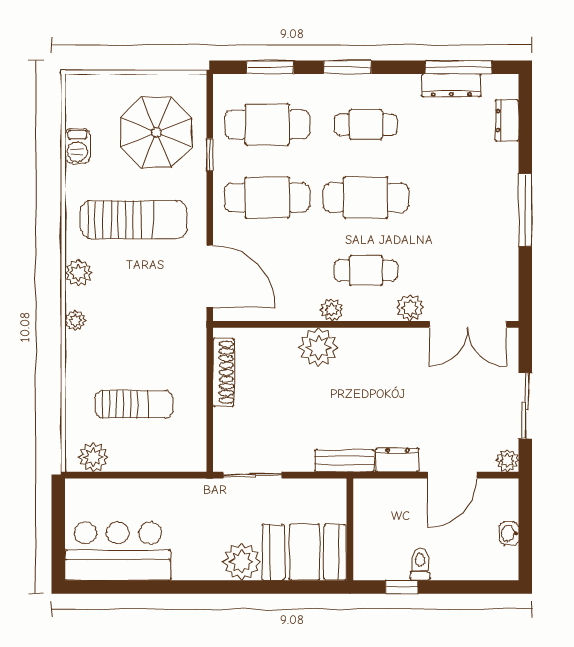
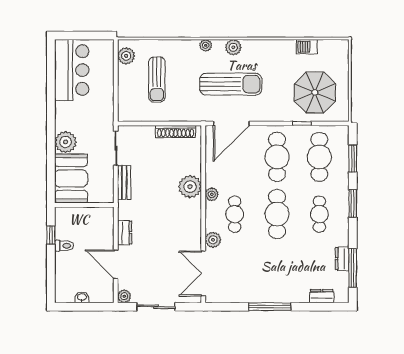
dresser: (451, 85) -> (342, 259), width x0.70
sun lounger: (134, 220) -> (231, 84), moved, turned -90
bench: (345, 461) -> (124, 183), moved

